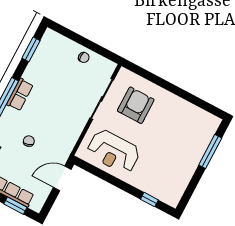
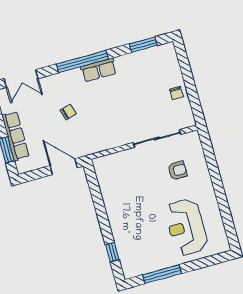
armchair: (136, 105) -> (177, 170), width x0.53, depth x0.53
window: (210, 151) -> (162, 274), moved
reception desk: (113, 152) -> (186, 227), moved

